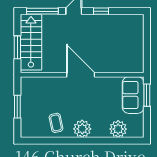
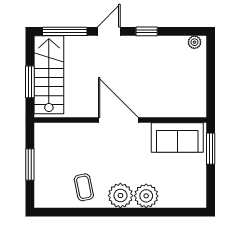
plant: (135, 19) -> (194, 42), added
sofa: (133, 95) -> (177, 137), moved, turned -90
plant: (118, 129) -> (146, 196), moved

